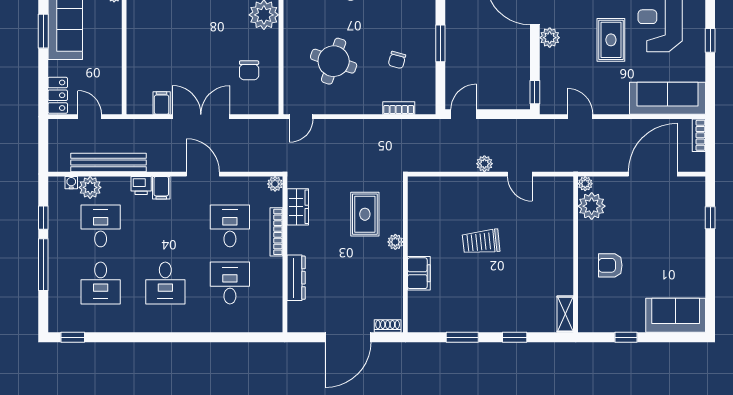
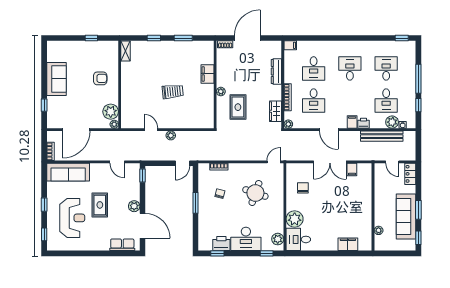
sofa: (676, 315) -> (56, 79), moved, turned -90
filing cabinet: (272, 324) -> (290, 45), added

